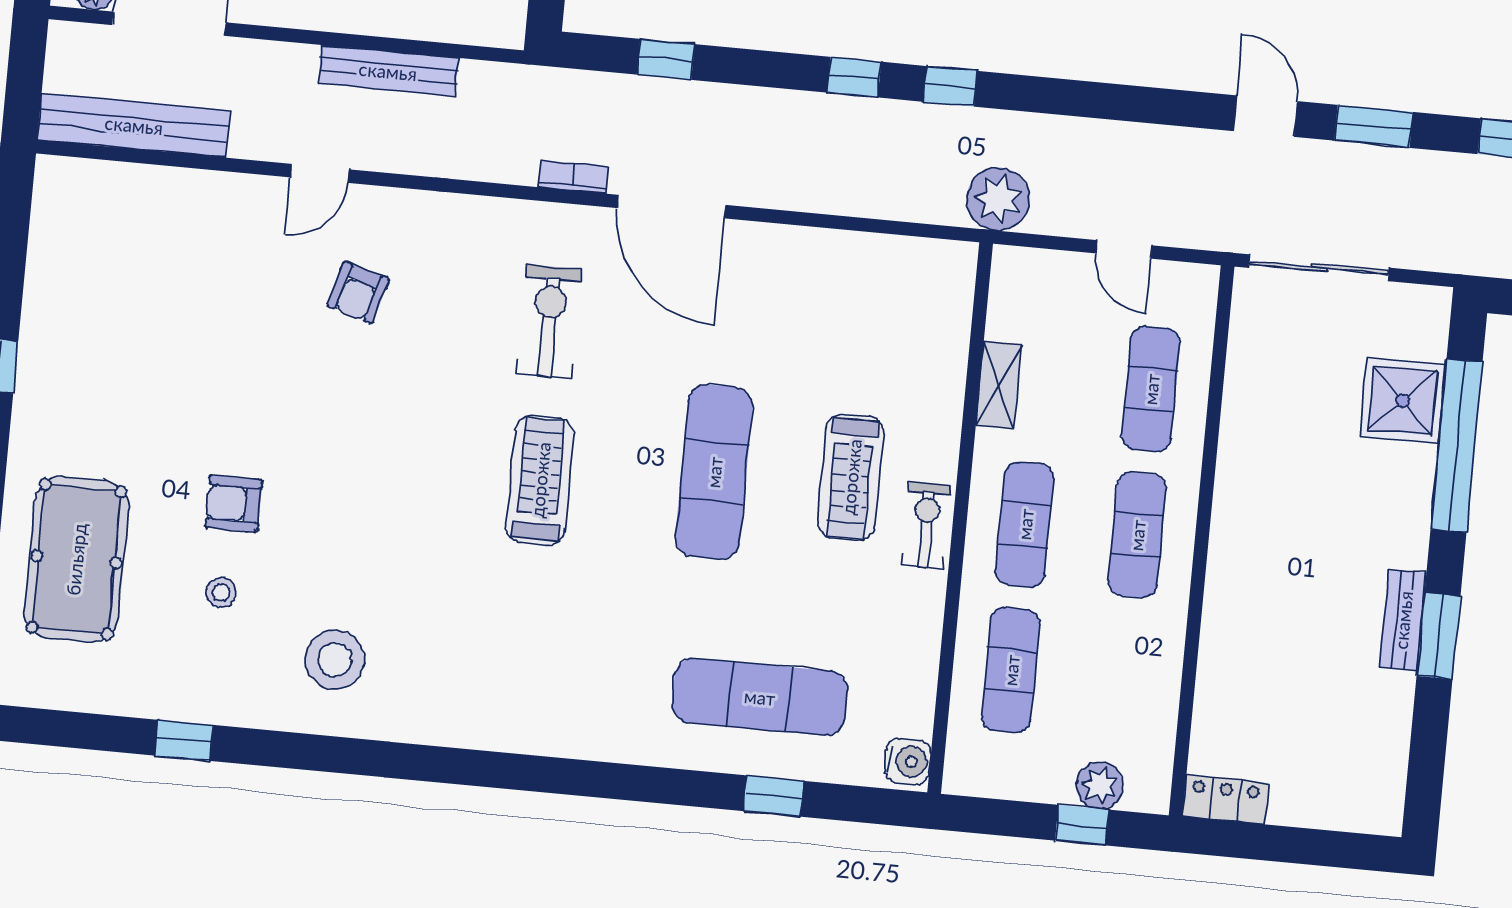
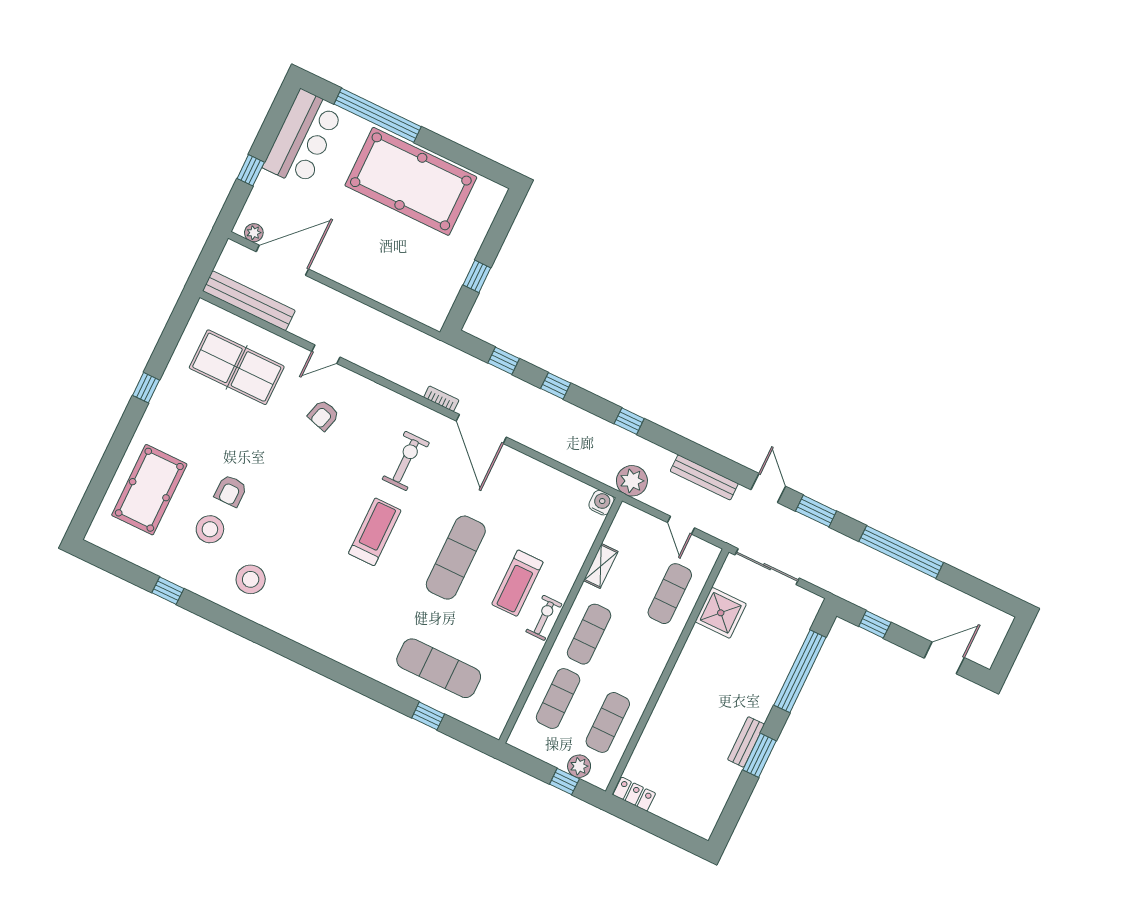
bench: (388, 71) -> (704, 477), moved
window: (854, 77) -> (556, 386), moved
table tennis table: (157, 262) -> (237, 367), added
shower: (1403, 401) -> (721, 613), moved
armchair: (234, 504) -> (231, 491), turned -90
exercise mat: (1137, 535) -> (608, 722), moved
stool: (221, 592) -> (210, 529), width x1.89, depth x1.89
water cooler: (908, 761) -> (601, 503), moved, turned -90

